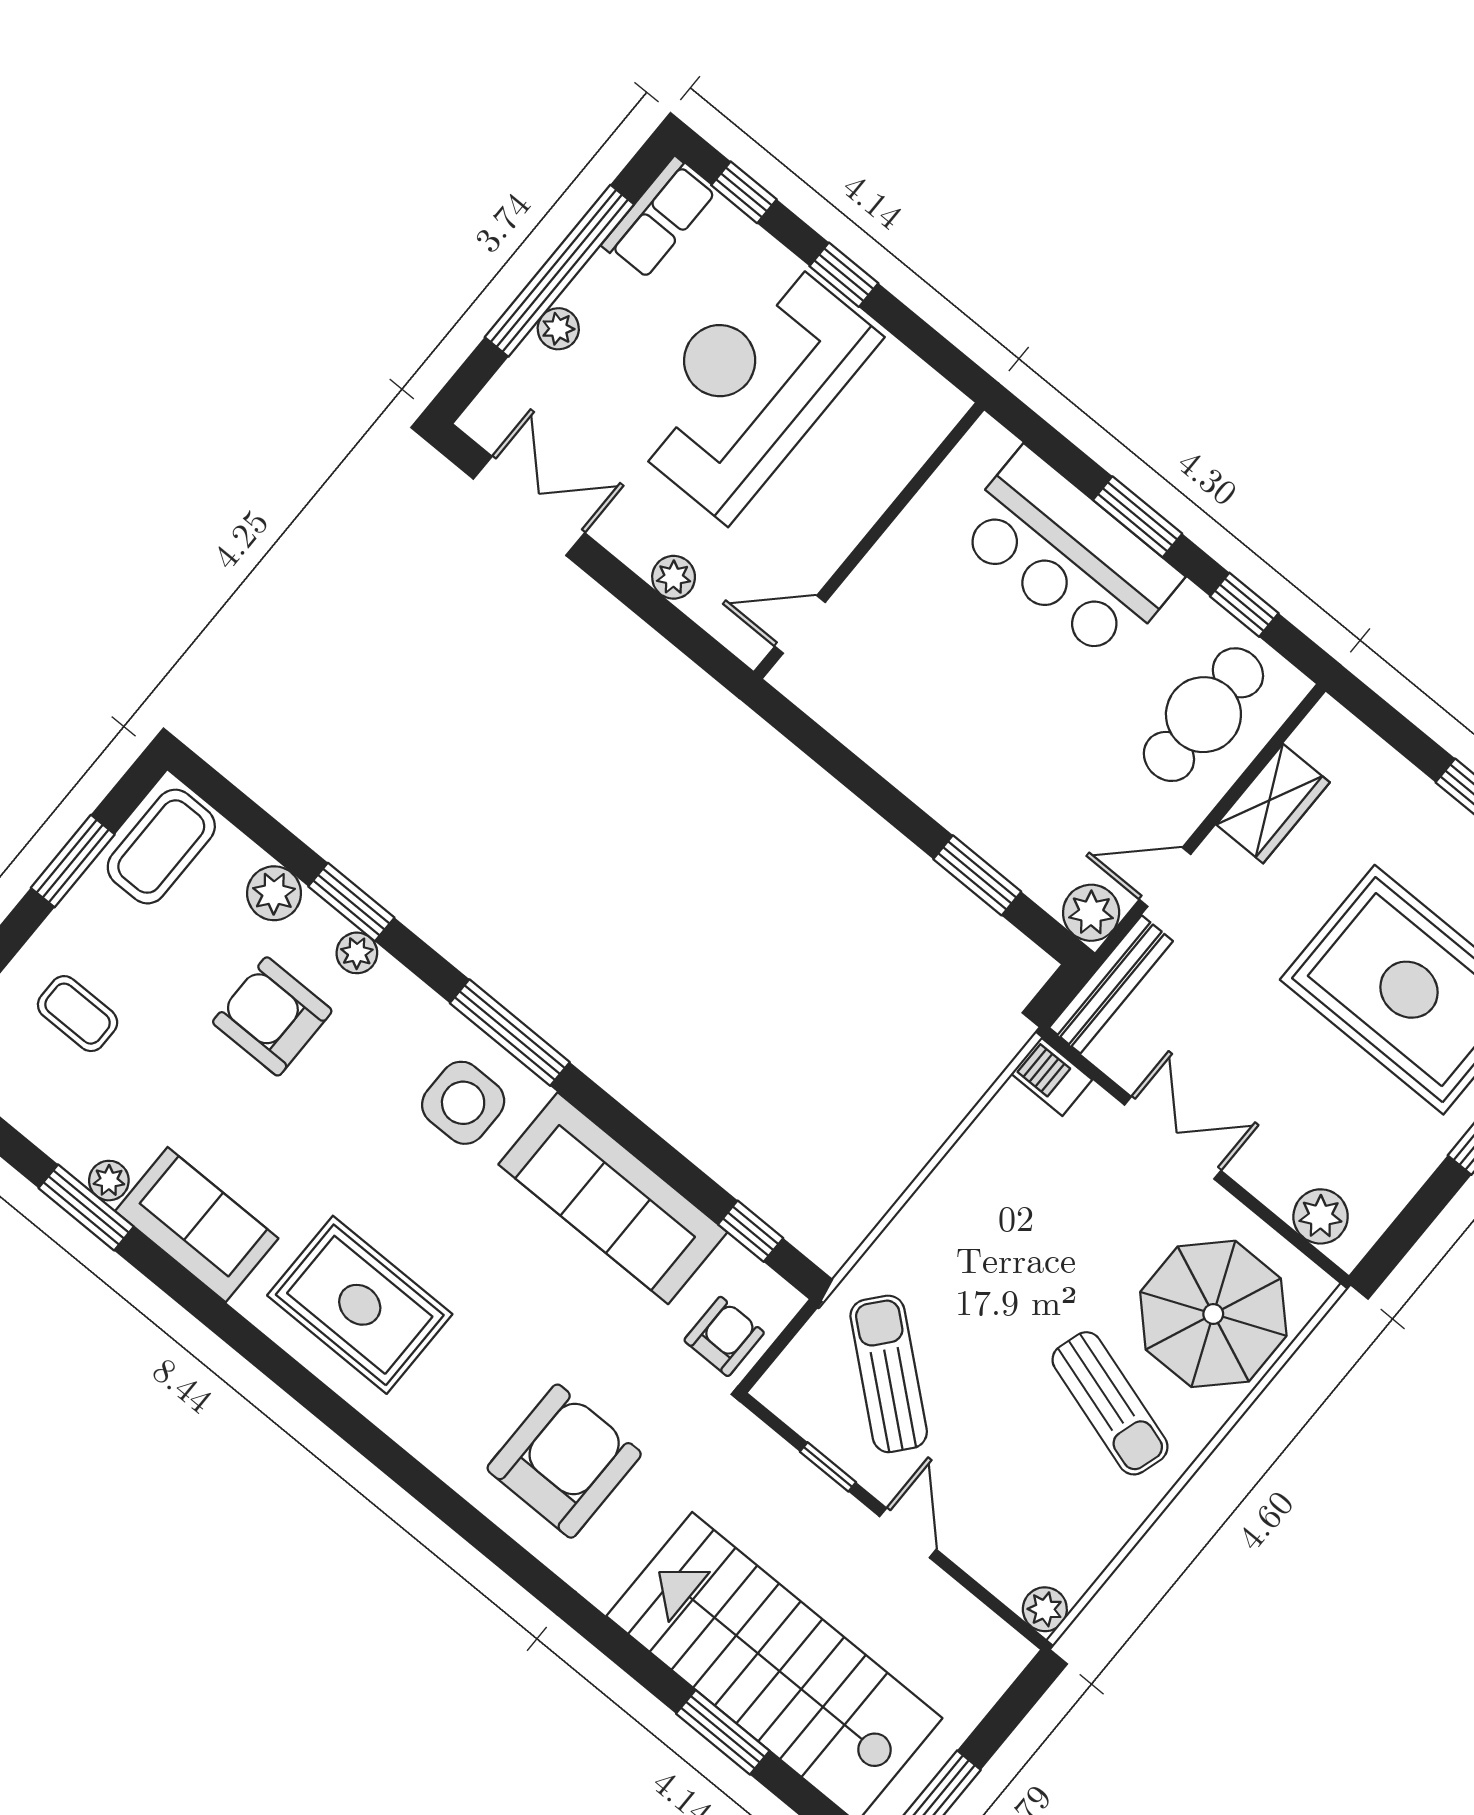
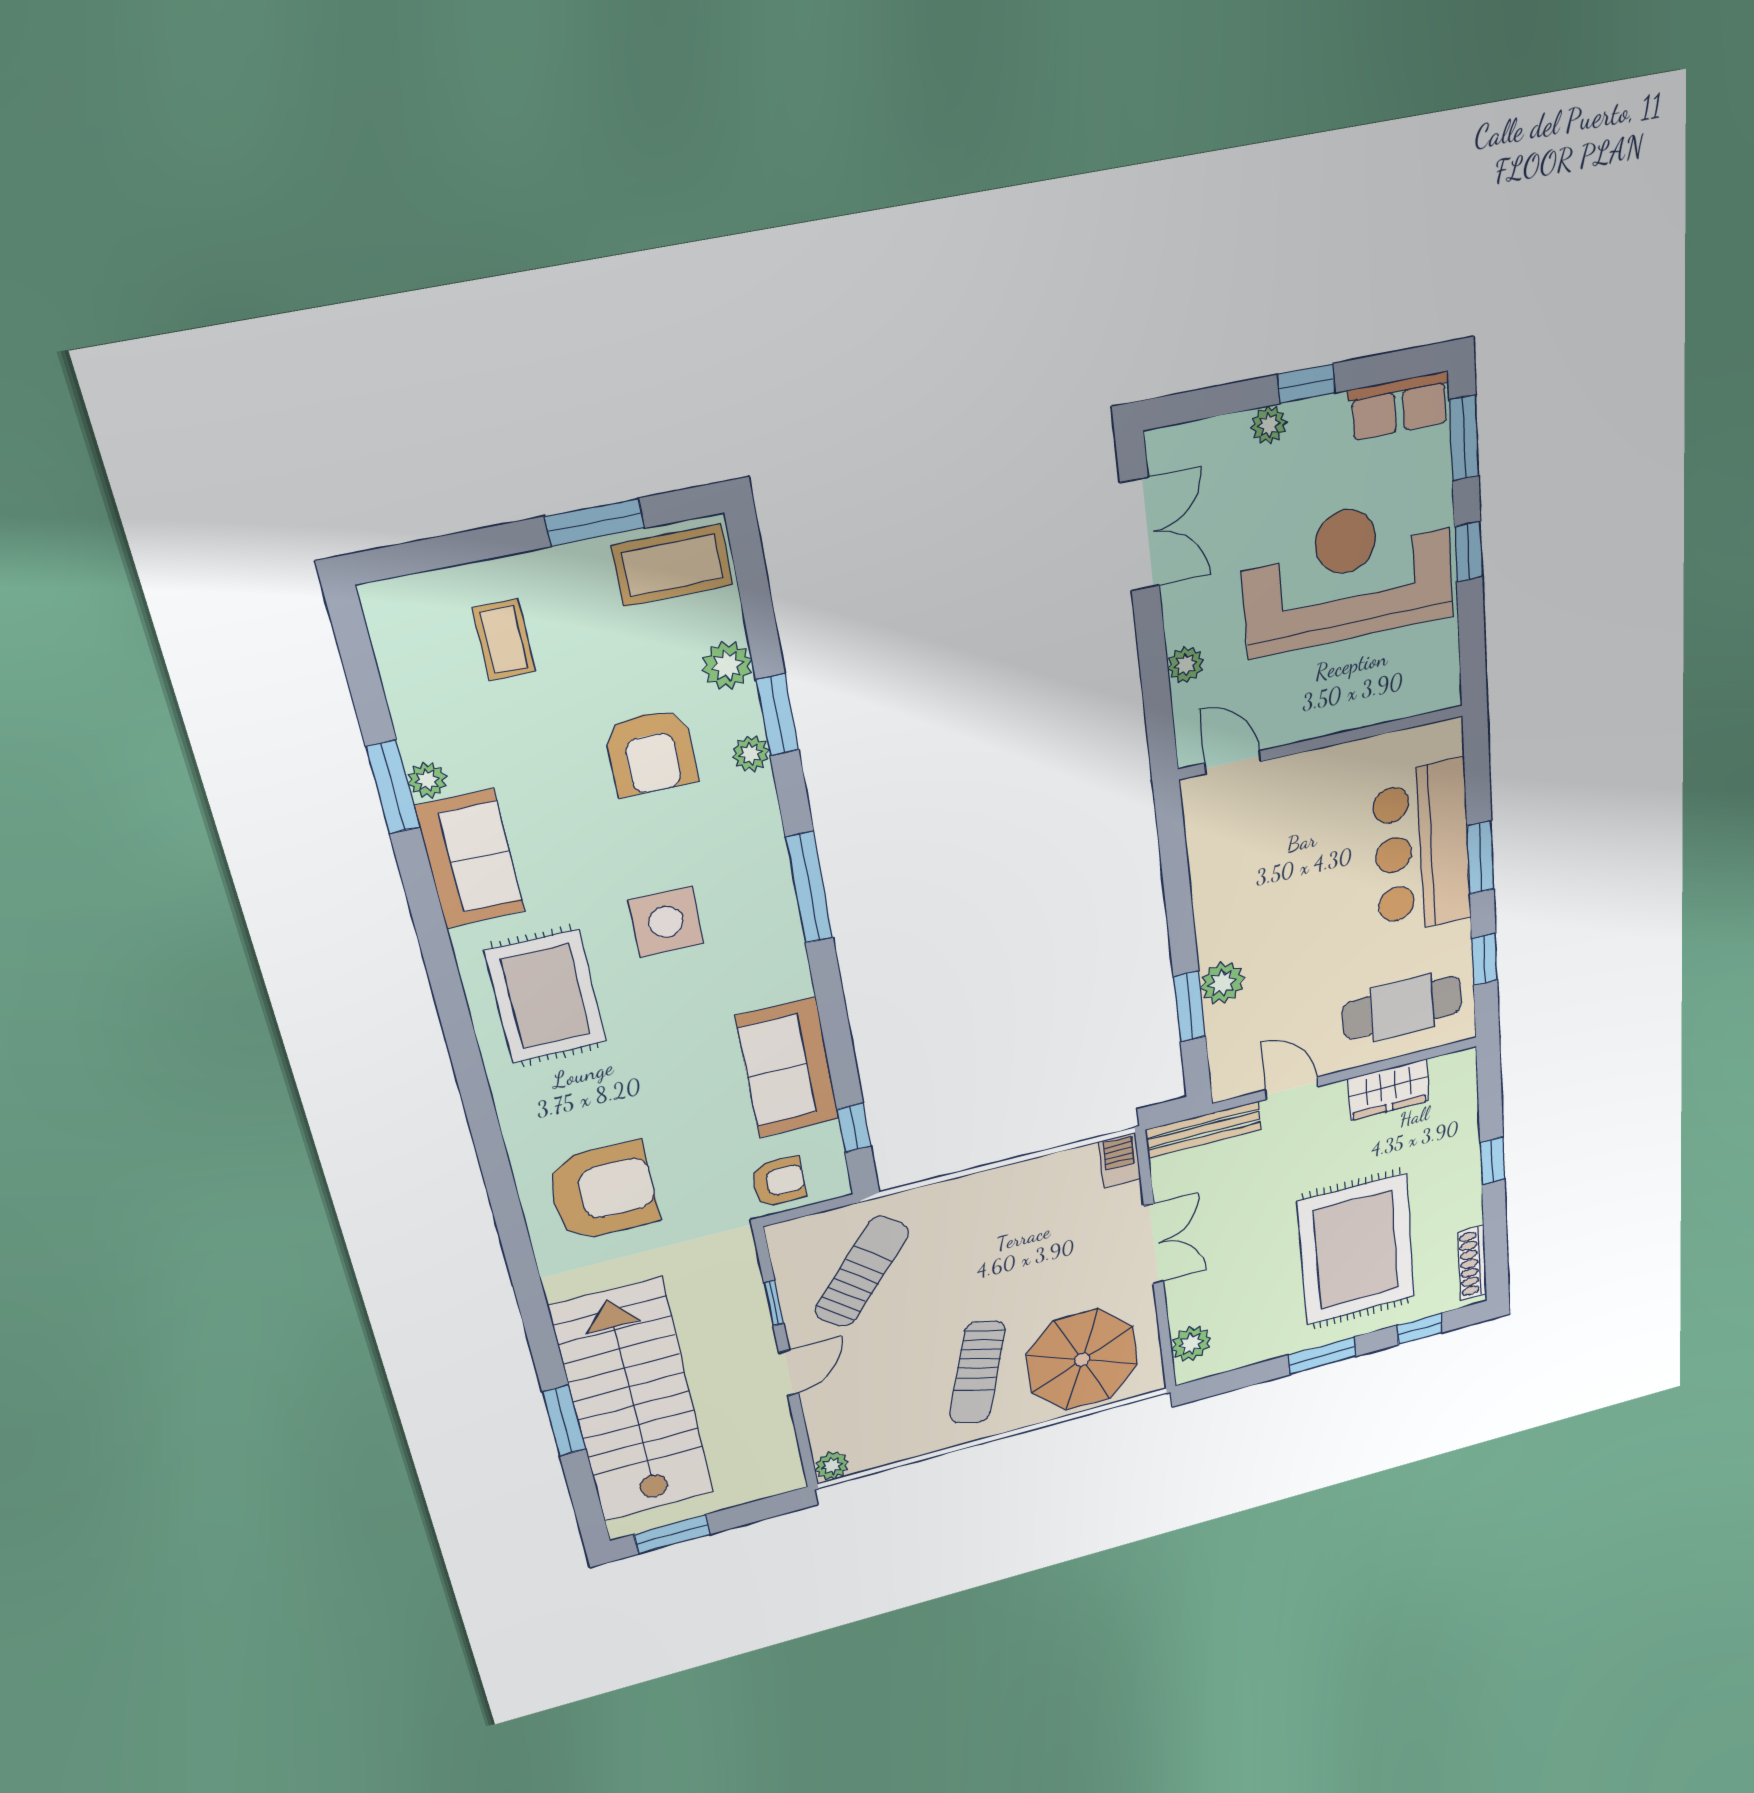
window: (744, 192) -> (1464, 438), width x1.50
window: (559, 271) -> (1306, 384), width x0.32
plant: (1091, 913) -> (1223, 983), moved
armchair: (272, 1016) -> (651, 752), turned 180
side table: (463, 1103) -> (666, 922), moved
sofa: (613, 1198) -> (788, 1068), width x0.73

